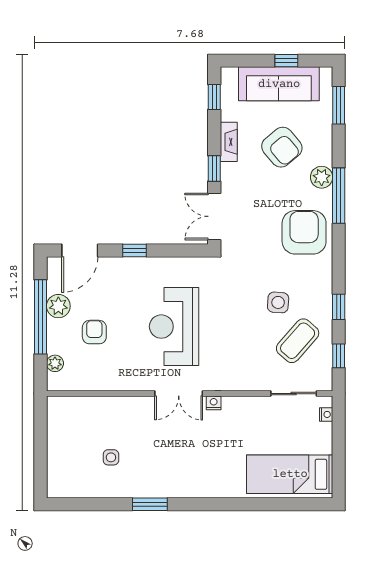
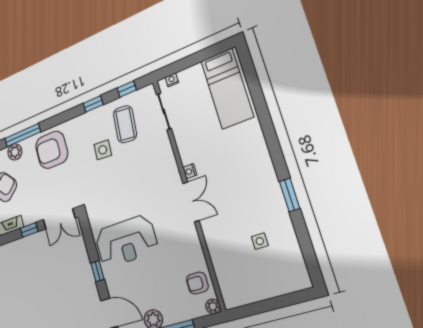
reception desk: (174, 327) -> (126, 241), moved
armchair: (94, 332) -> (197, 283), moved
coffee table: (298, 341) -> (125, 124), turned 55
plant: (55, 363) -> (213, 306), moved

